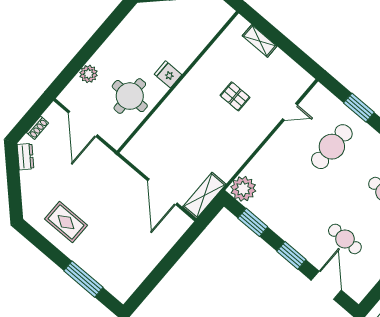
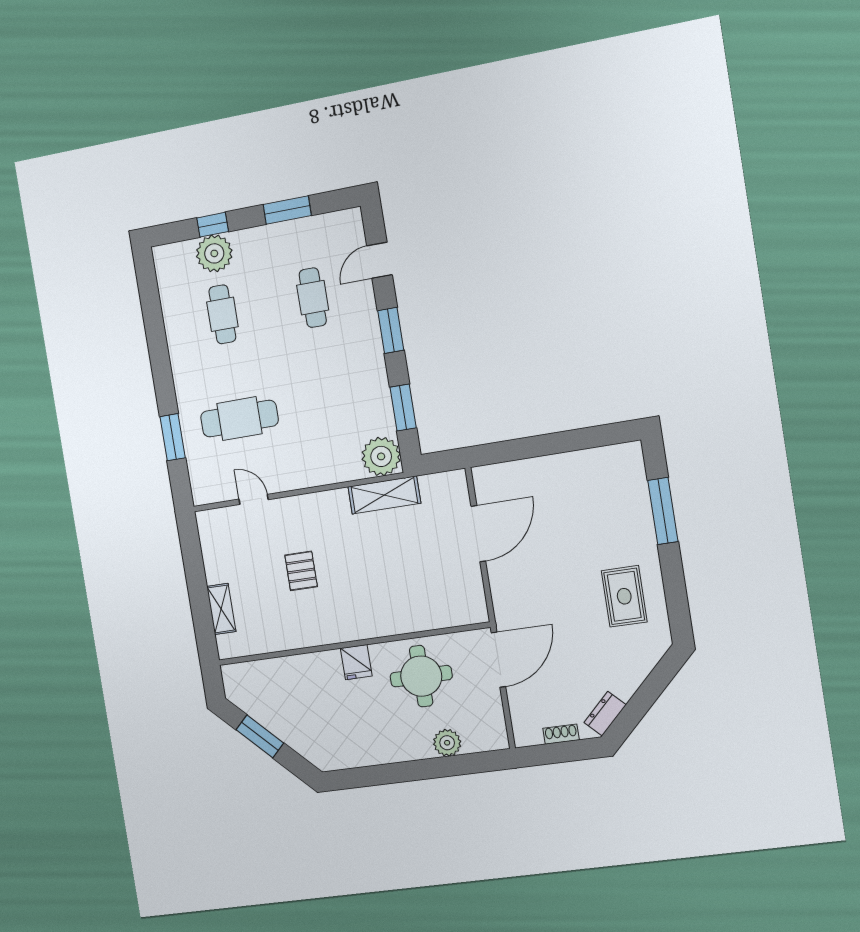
door: (83, 124) -> (498, 660), moved
shelving: (204, 195) -> (384, 495), moved
door: (326, 285) -> (379, 260), width x0.73

